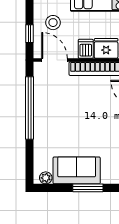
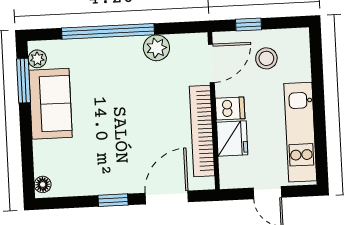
plant: (42, 97) -> (156, 48), added
window: (29, 108) -> (108, 31), moved
window: (88, 188) -> (23, 81), moved

